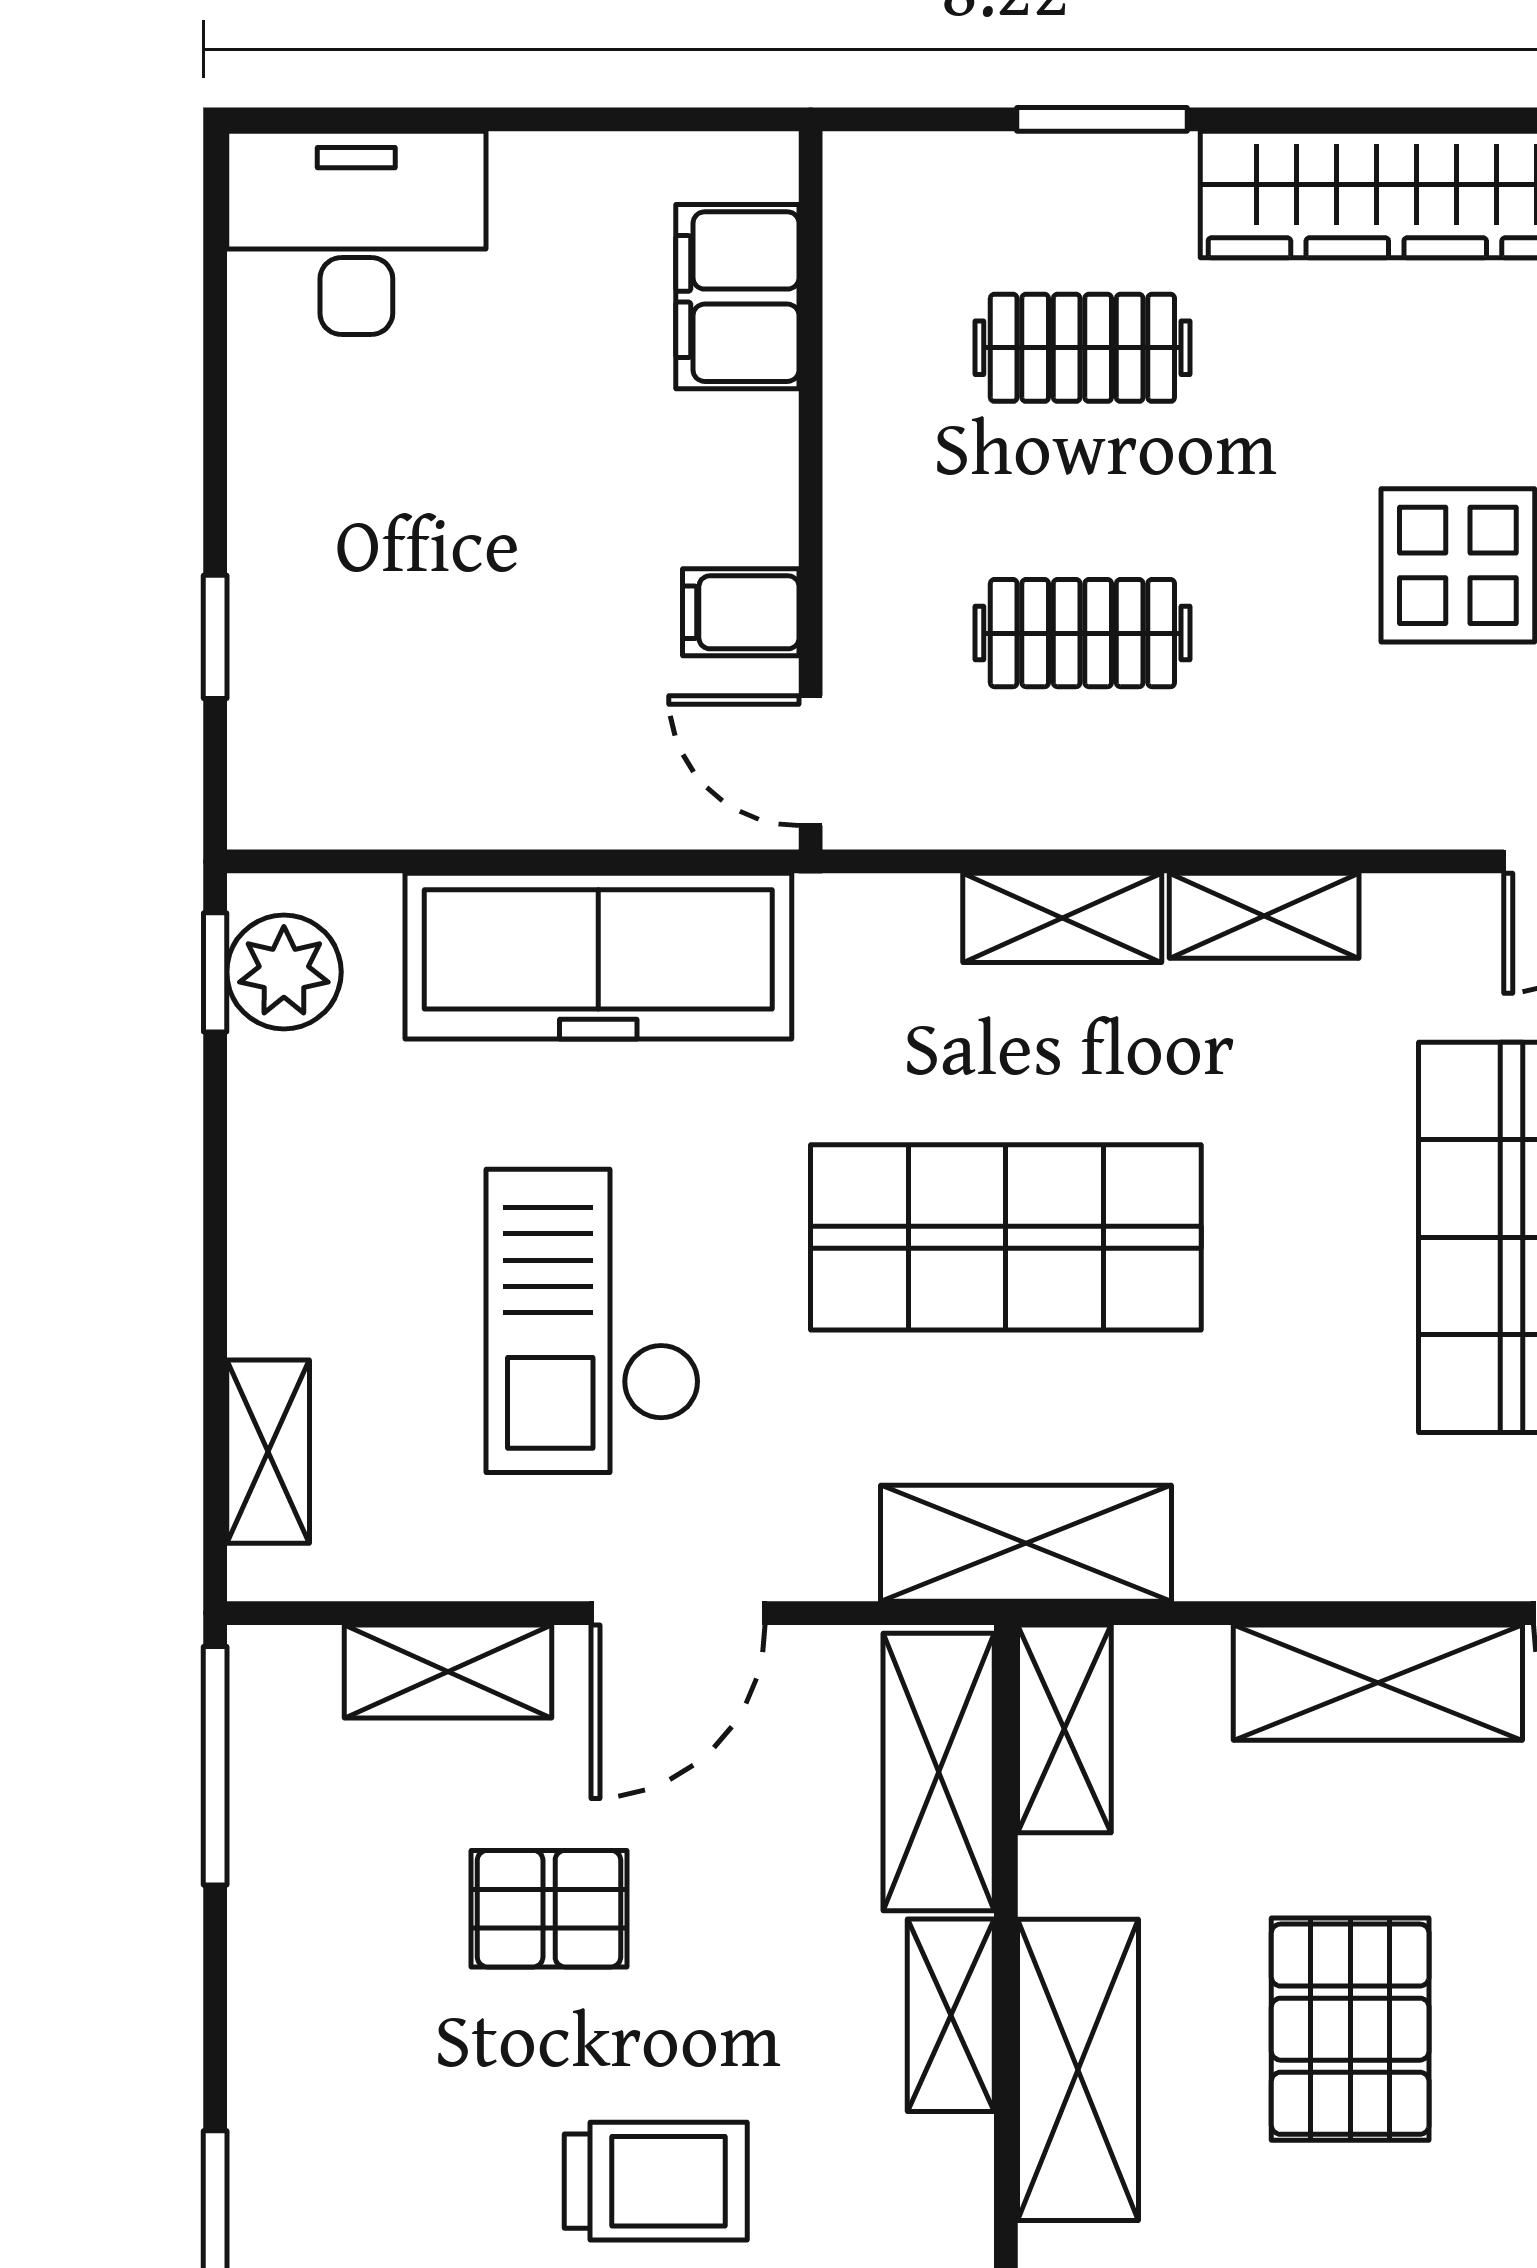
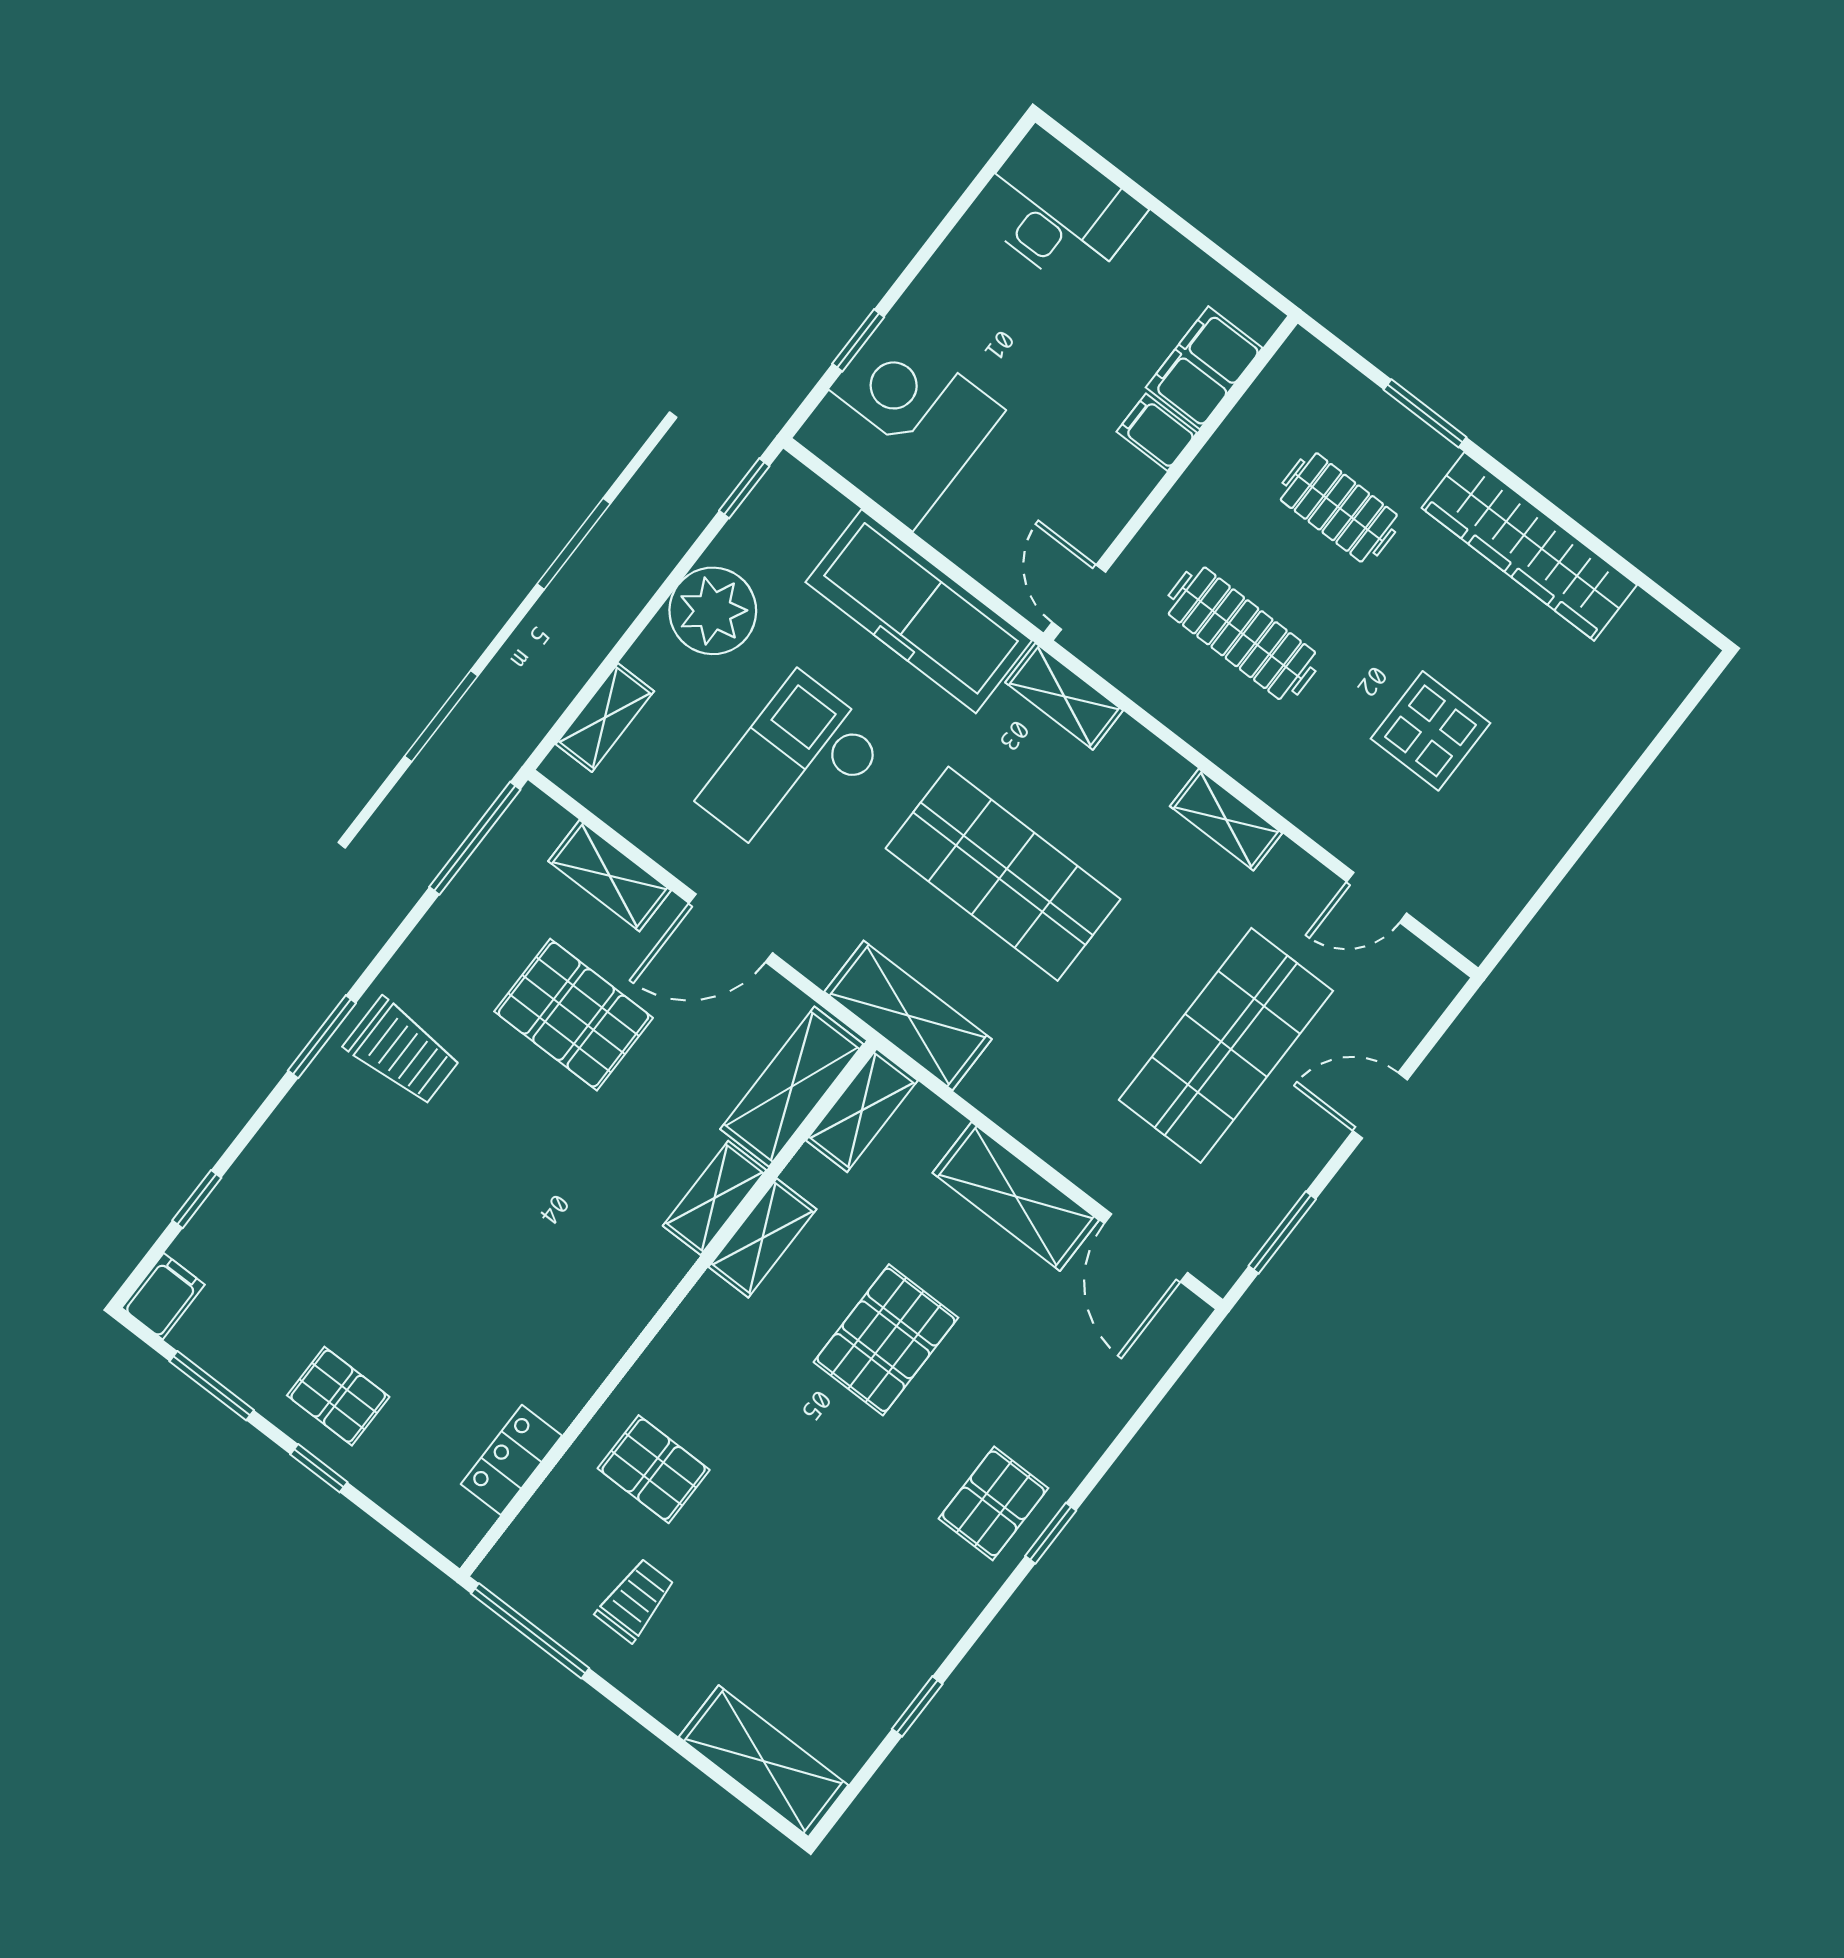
filing cabinet: (741, 612) -> (1157, 432), moved
clothes rail: (1082, 633) -> (1242, 633), width x1.36
corner desk: (365, 712) -> (899, 424), added
shelving: (1062, 918) -> (1064, 696), moved
plant: (284, 972) -> (713, 611), moved, width x1.36, depth x1.36
pallet: (549, 1909) -> (574, 1015), width x1.50, depth x1.42
shelving: (1078, 2070) -> (762, 1238), width x0.67, depth x0.75
trolley: (656, 2181) -> (402, 1052), moved

